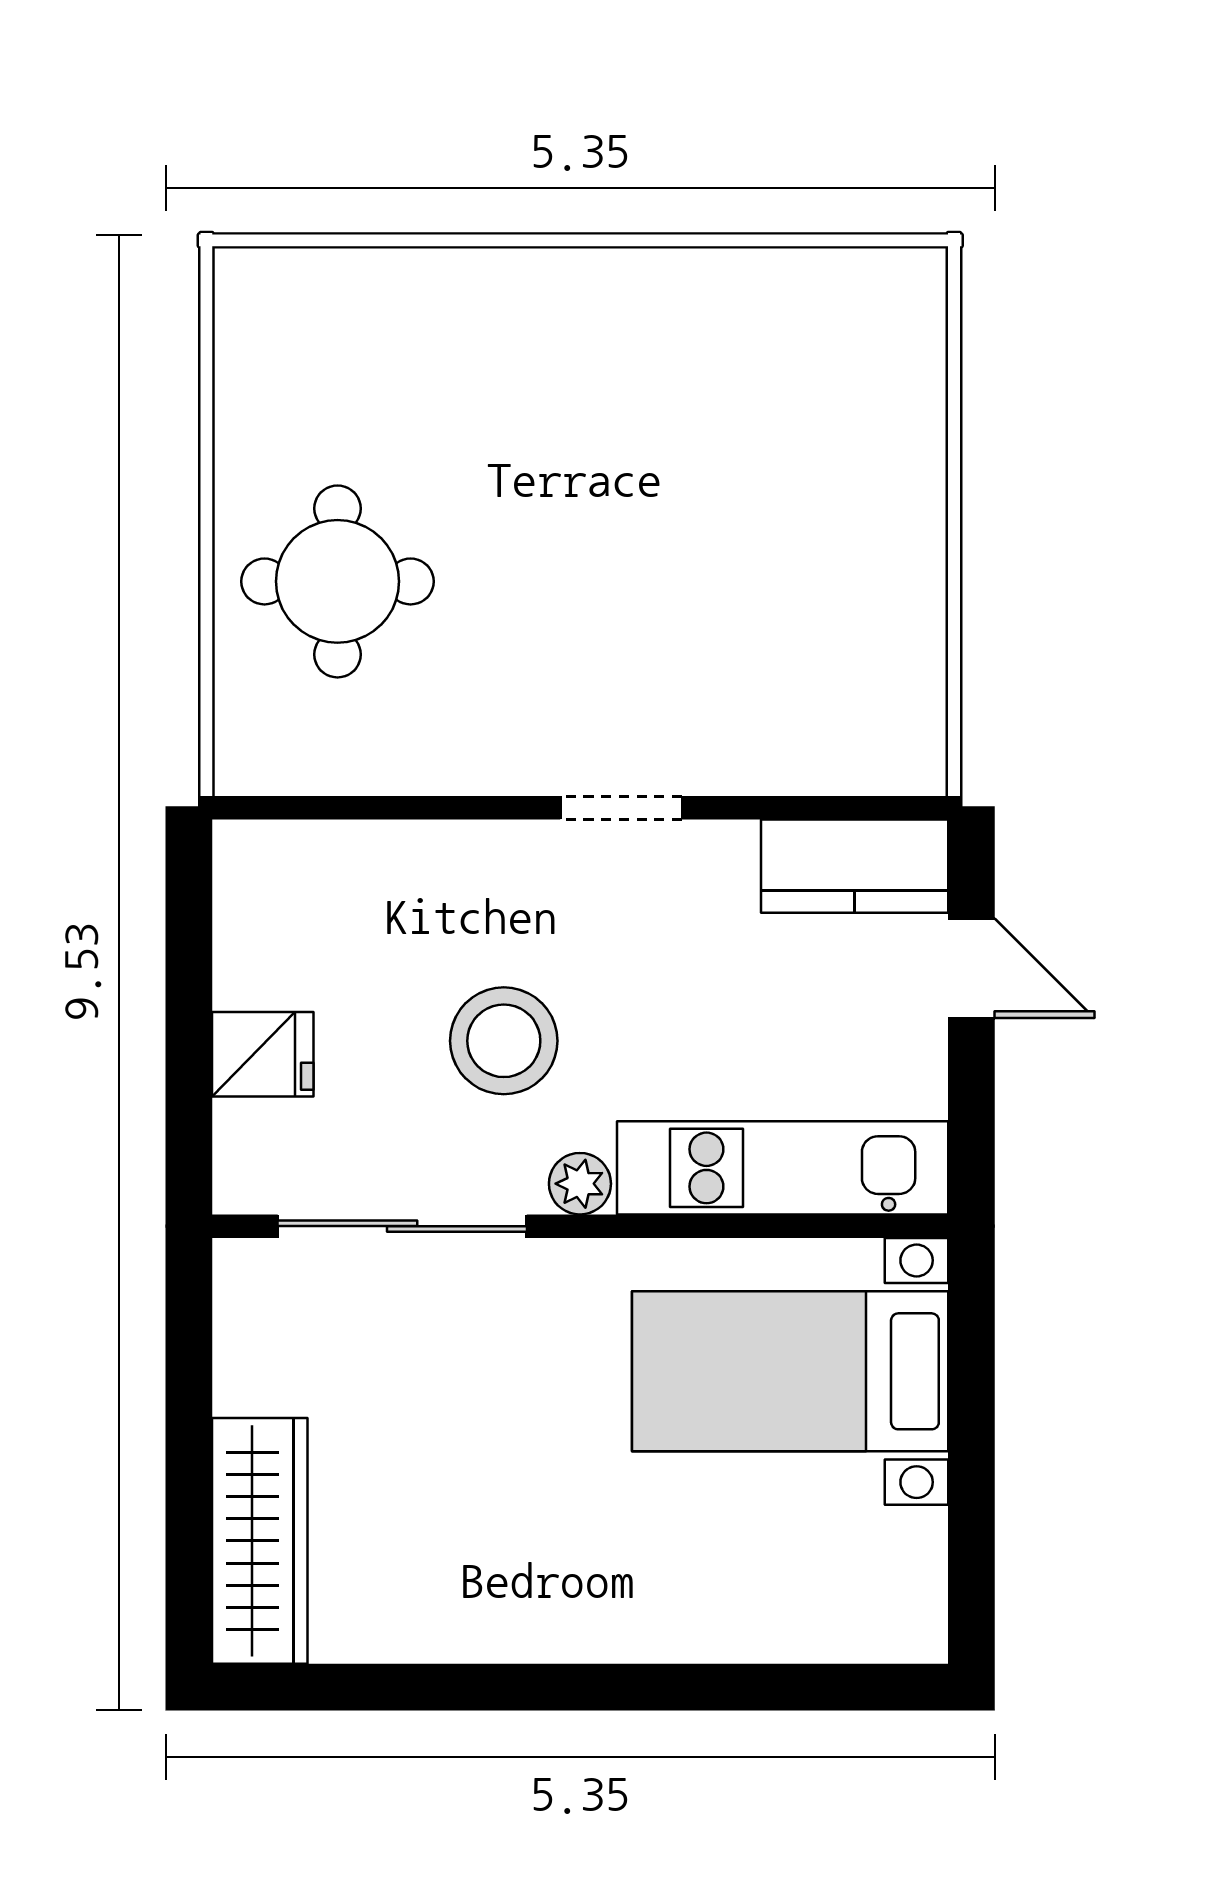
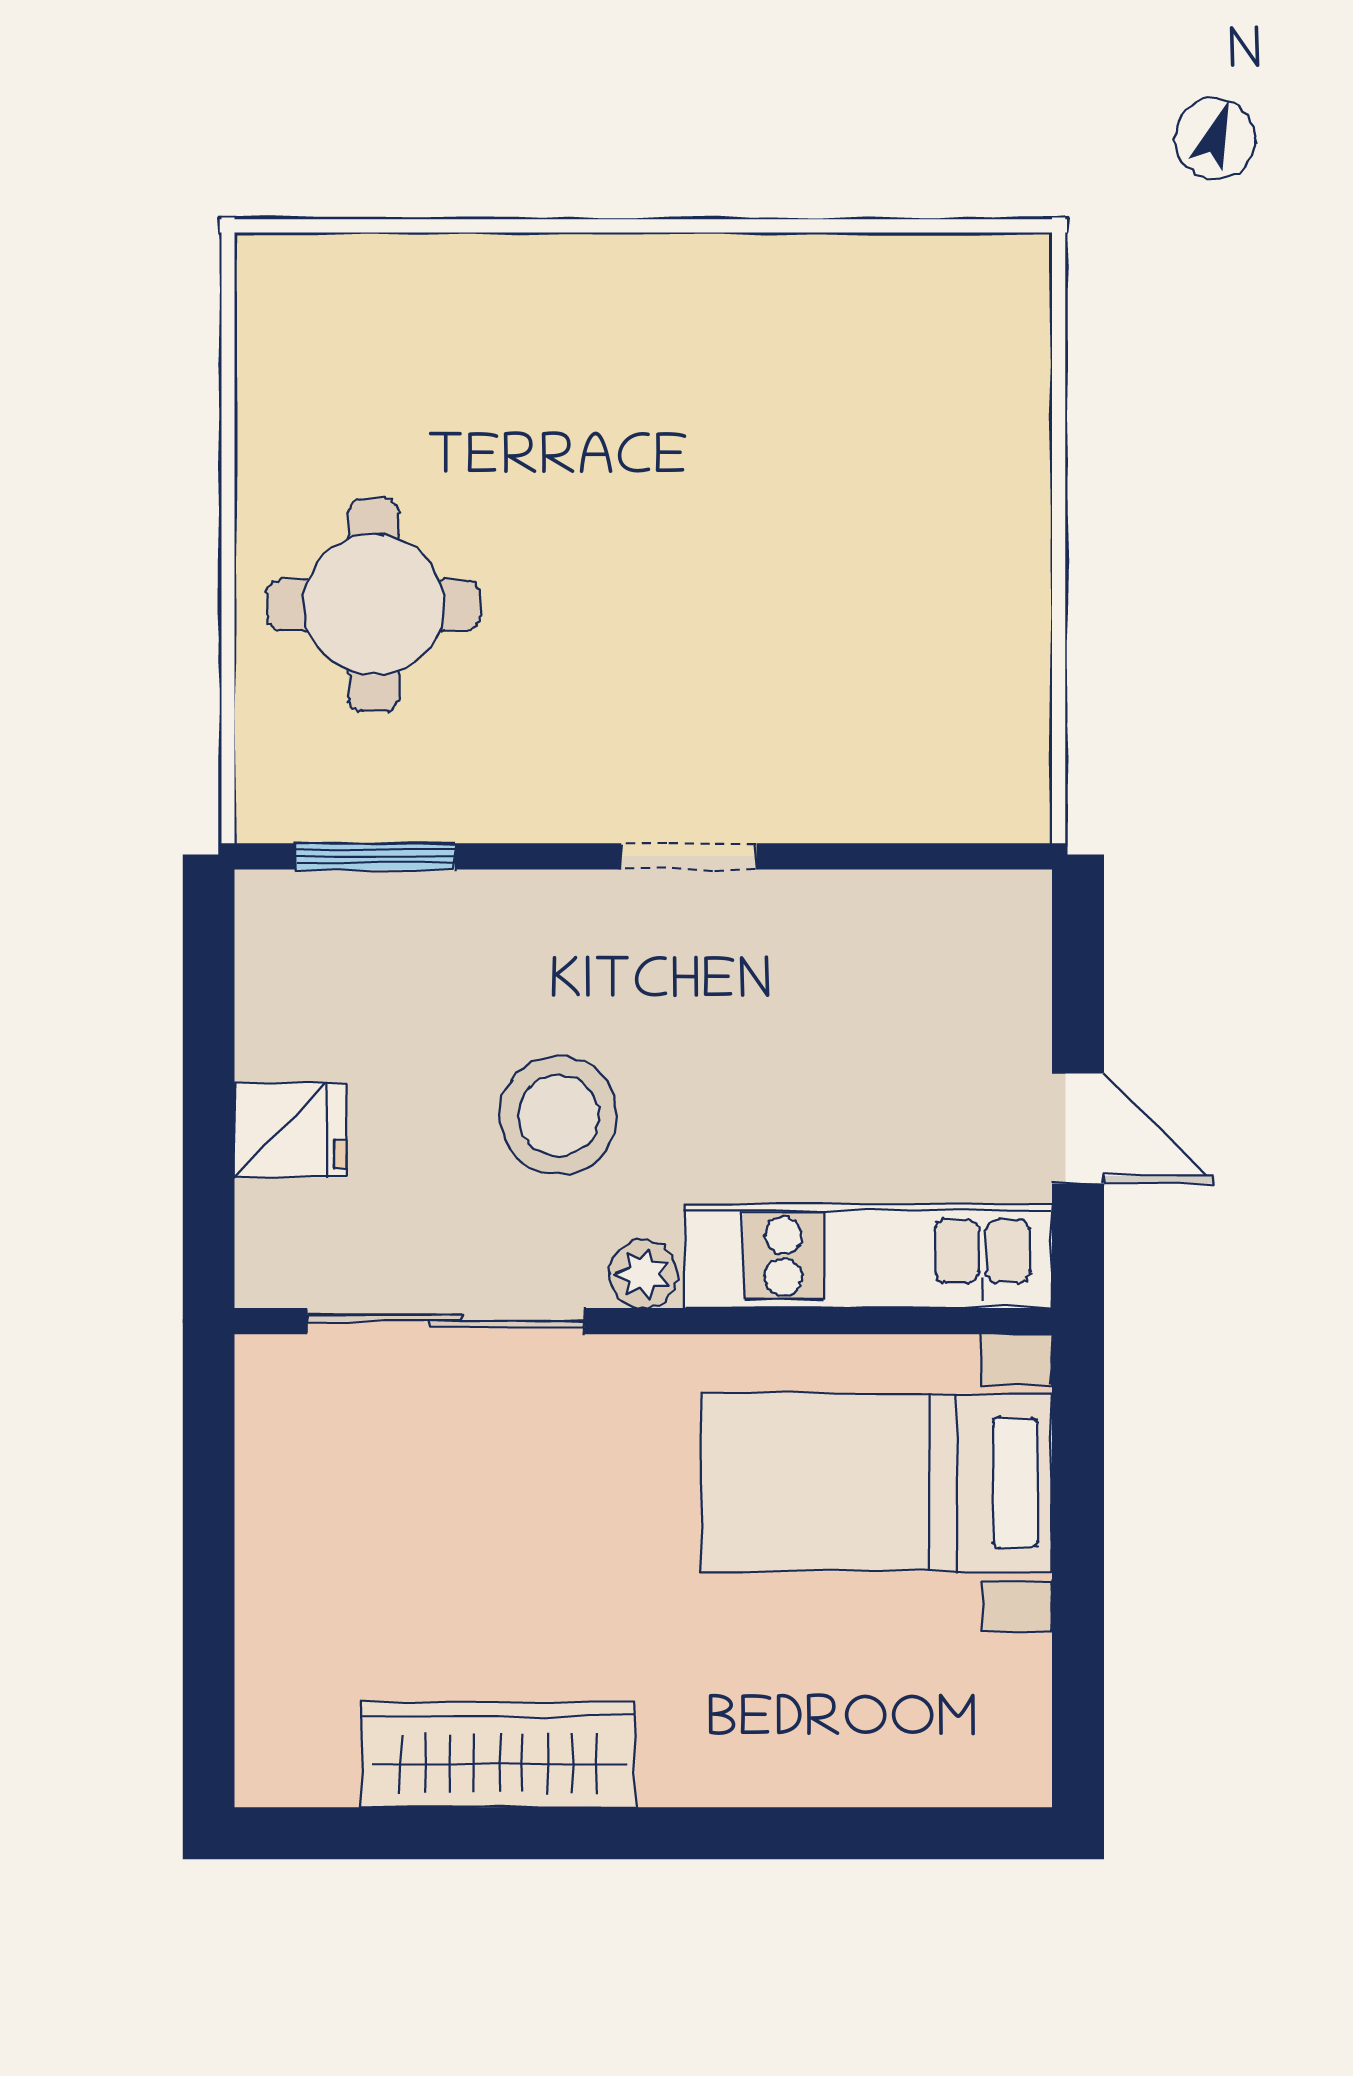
window: (339, 808) -> (376, 856), added
kitchen counter: (855, 866) -> (948, 921), removed
door: (971, 968) -> (1078, 1128), moved
wardrobe: (260, 1541) -> (499, 1755), moved, turned -90

